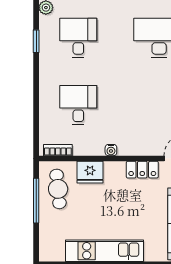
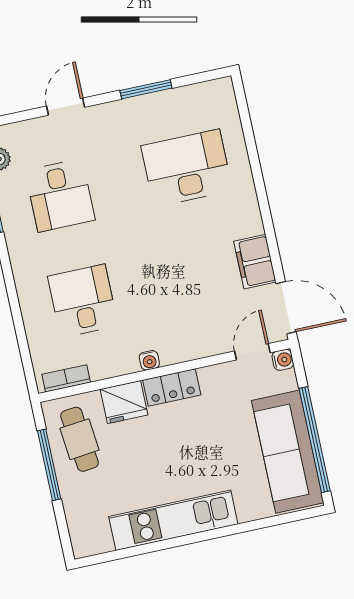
desk: (78, 38) -> (60, 195), turned 180
locker: (142, 170) -> (172, 388), moved

